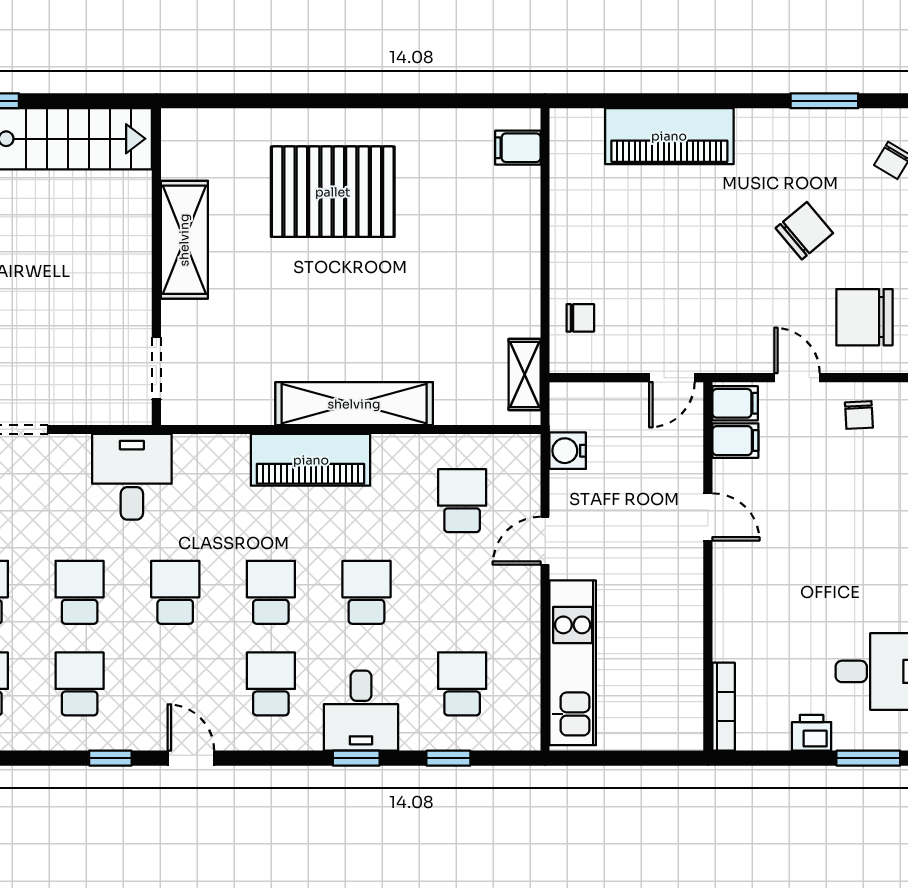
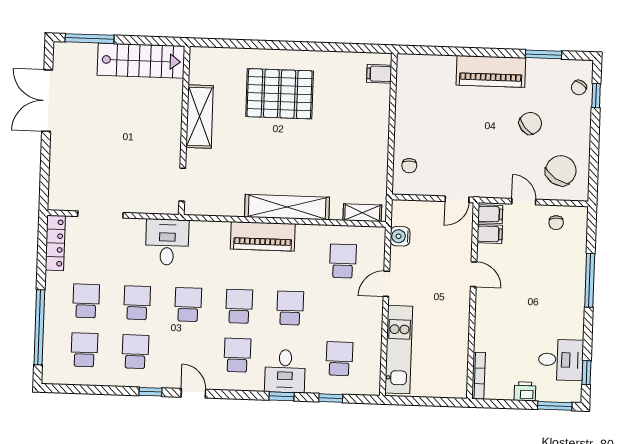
piano: (669, 136) -> (491, 71), moved
chair: (864, 317) -> (561, 171), turned 122
chair: (580, 318) -> (409, 166), turned 90
shelving: (525, 374) -> (362, 213), moved, turned 90

